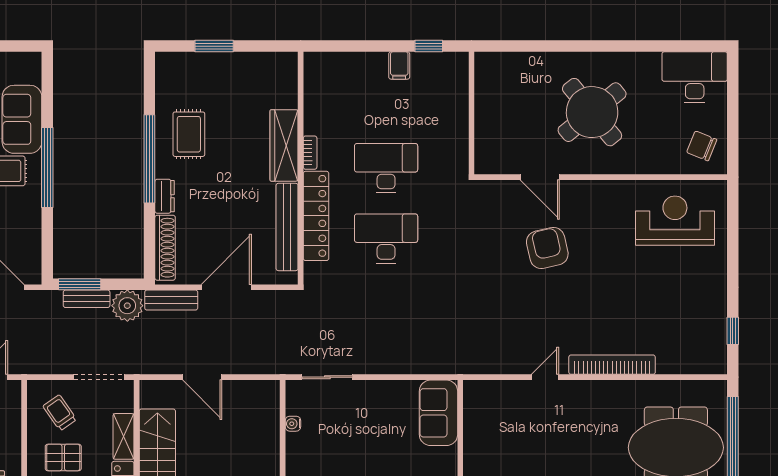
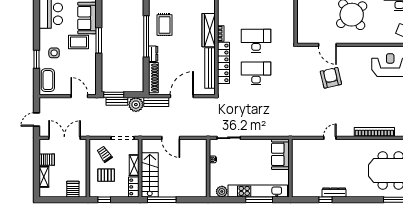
window: (47, 167) -> (99, 40), width x0.68
bookcase: (612, 365) -> (374, 132), moved

